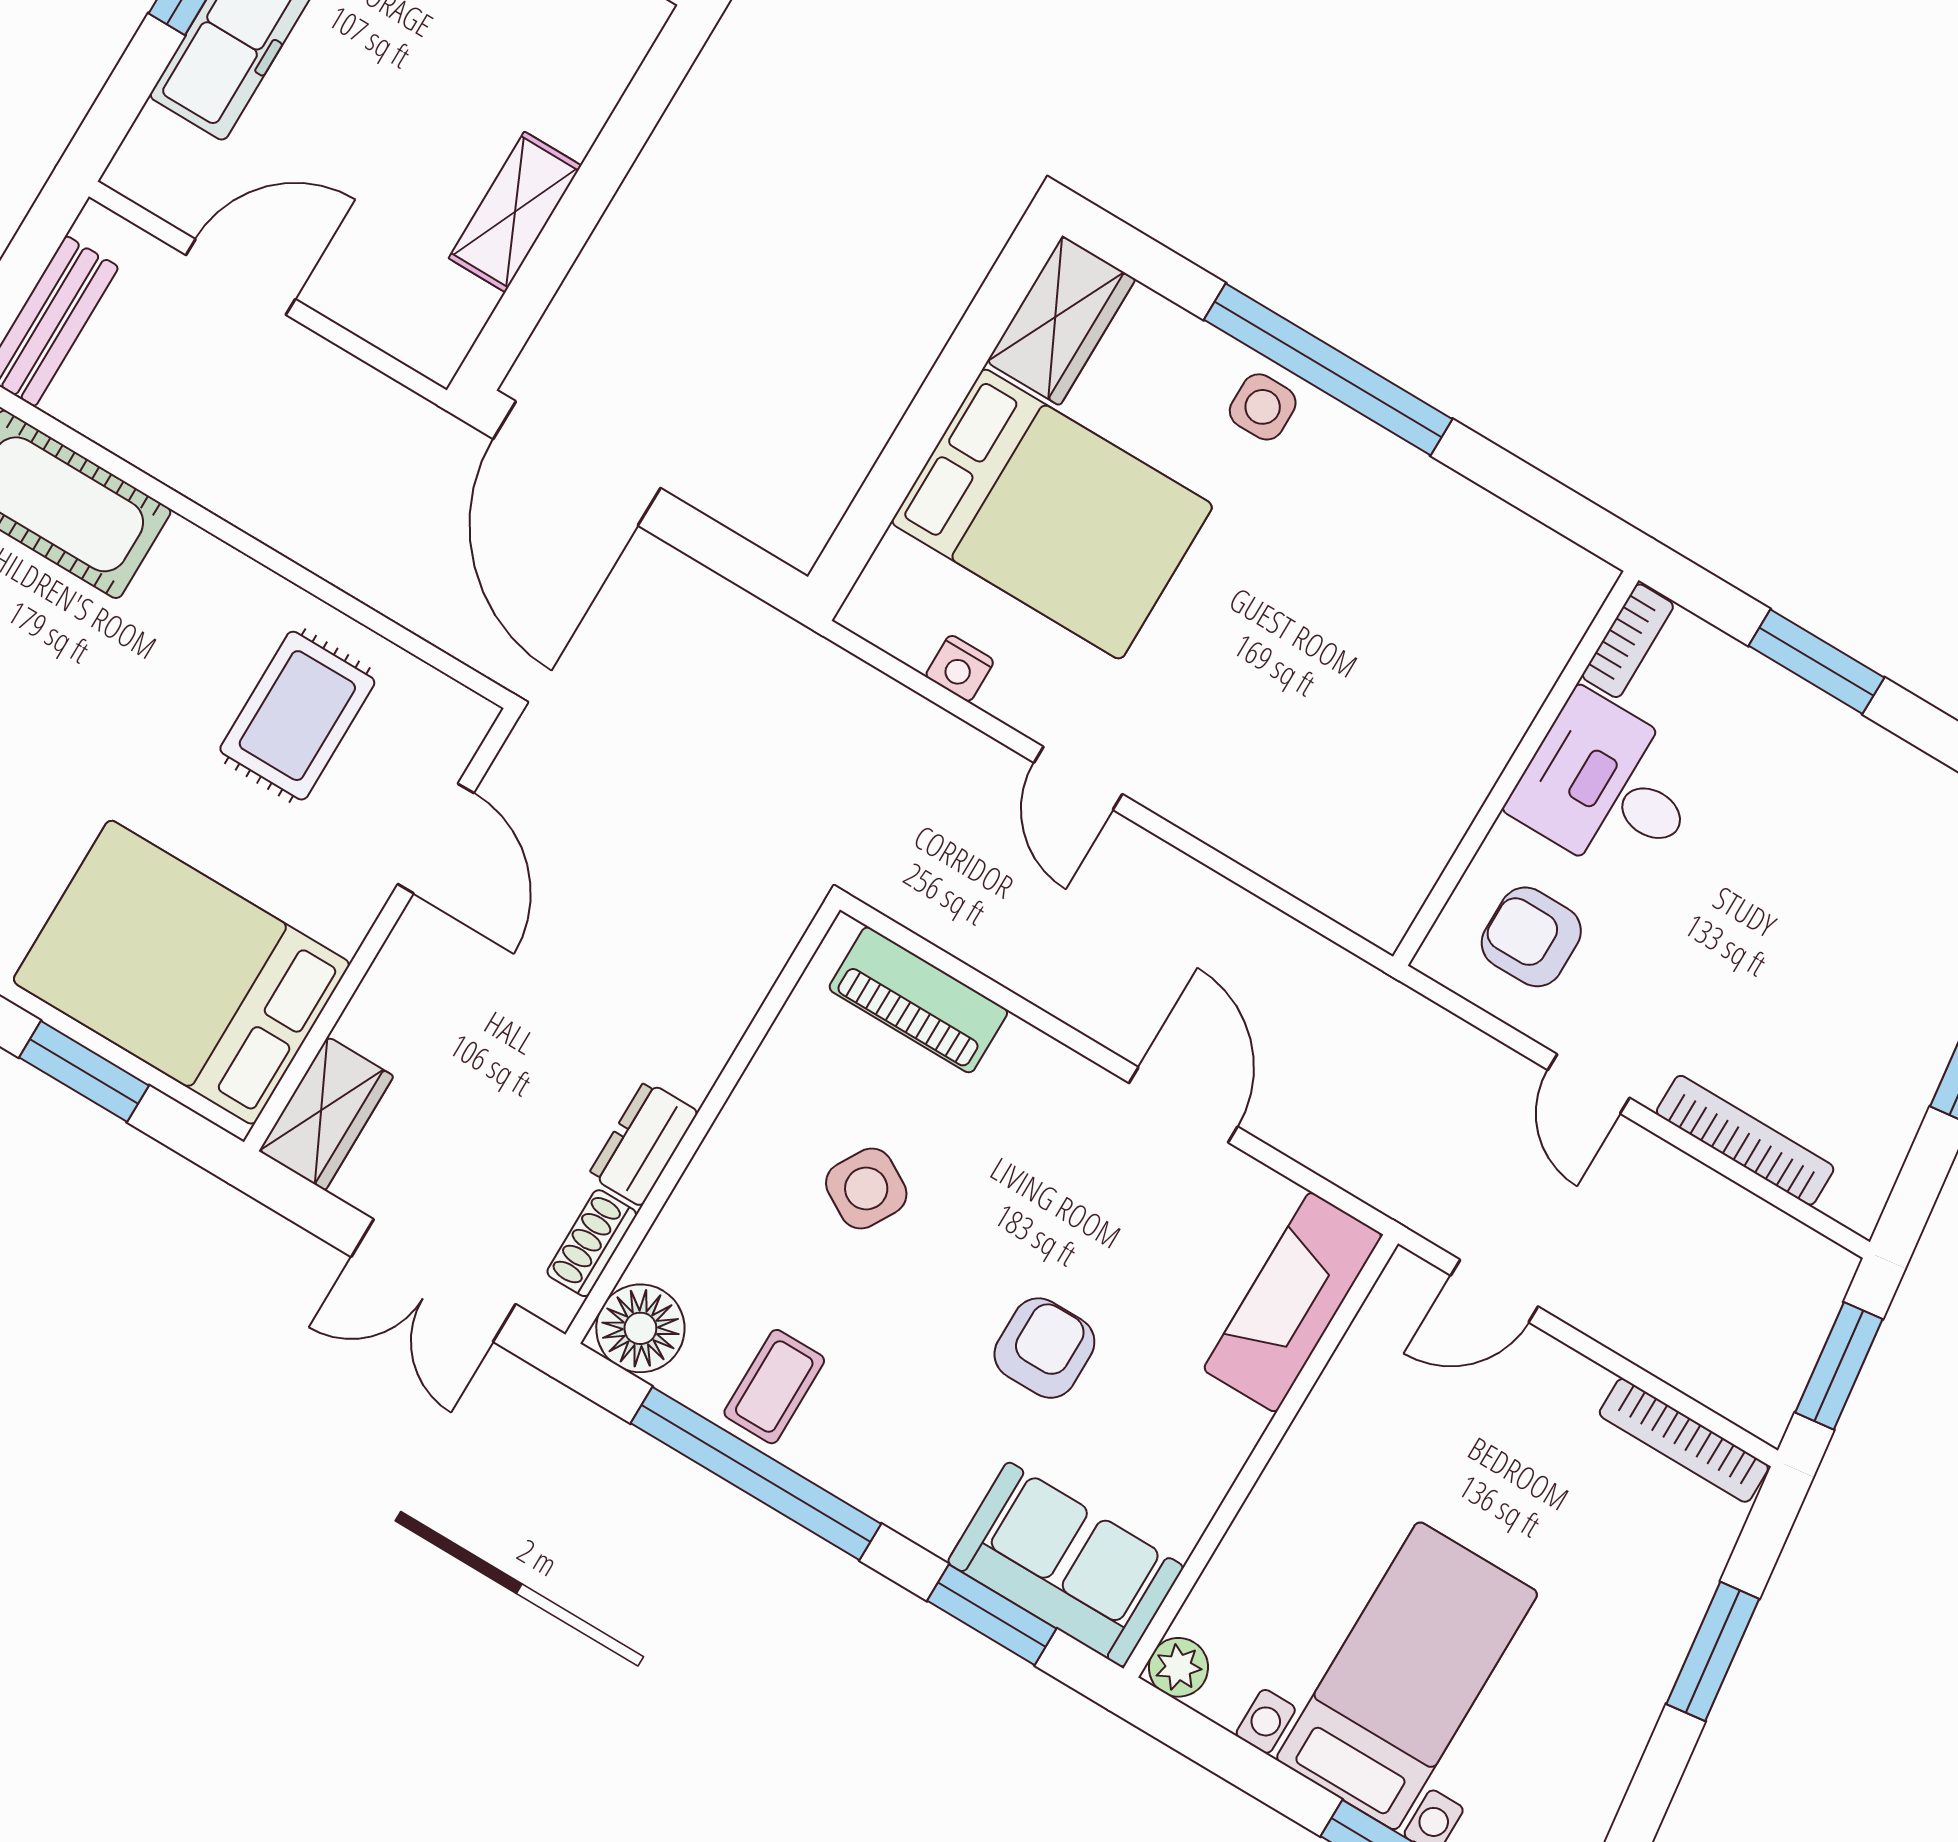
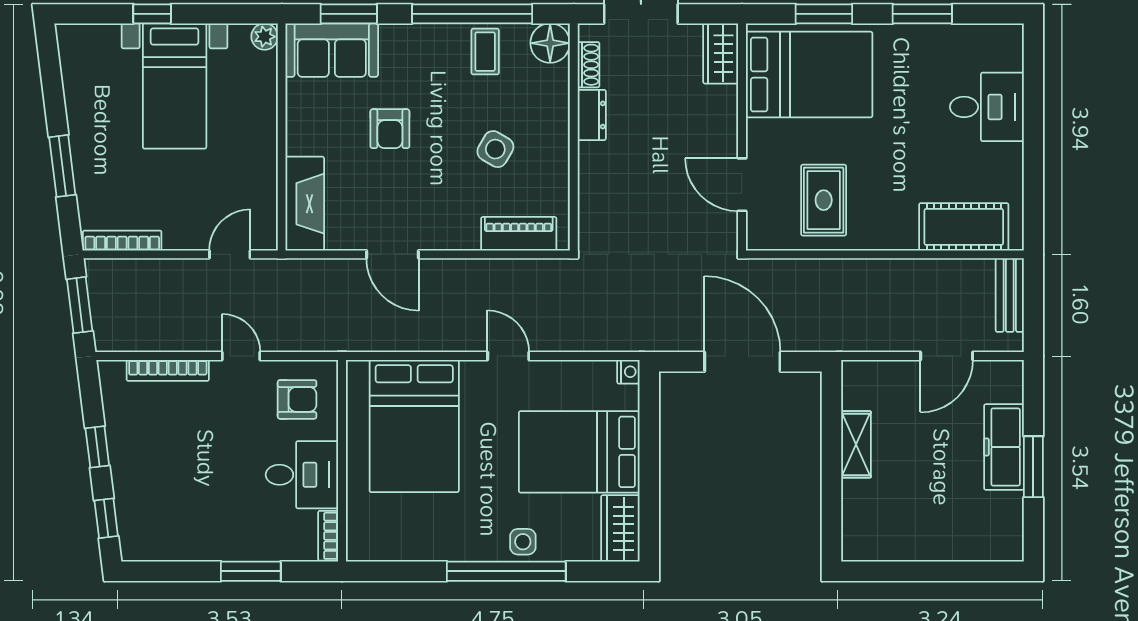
door: (577, 463) -> (742, 362), moved
nightstand: (960, 668) -> (628, 372), moved, turned 90
bed: (1338, 752) -> (414, 426), added

